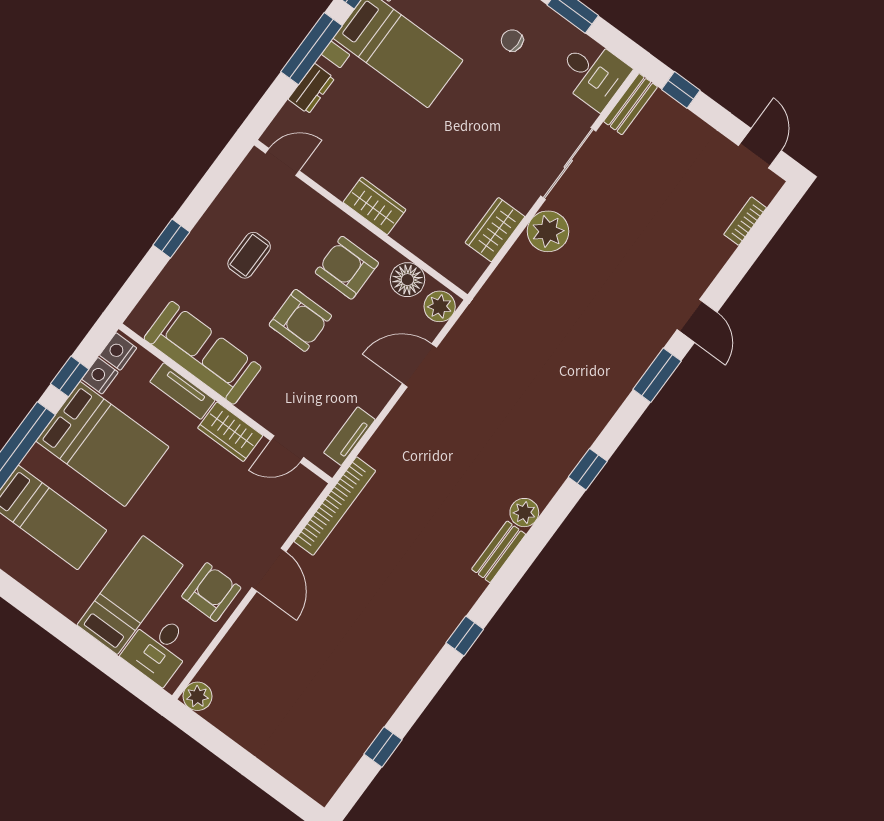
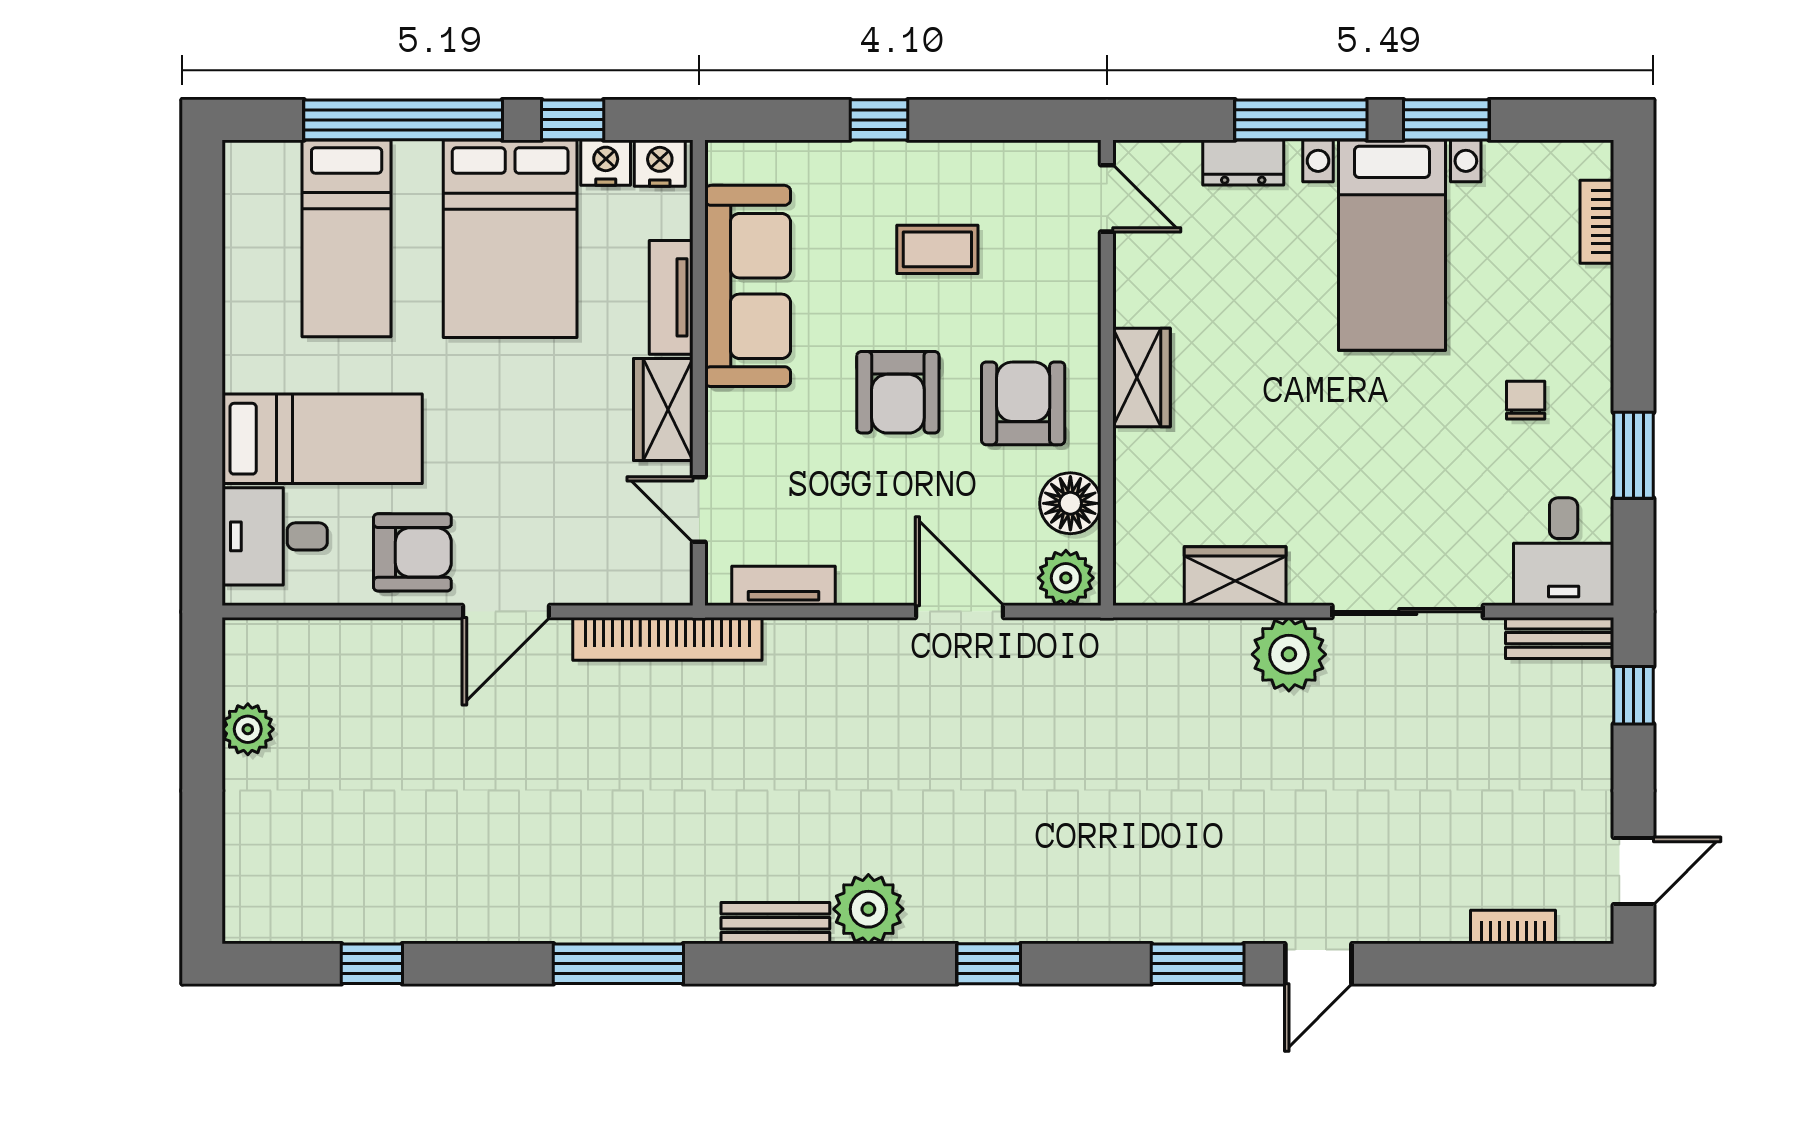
plant: (524, 513) -> (868, 909), width x1.36, depth x1.36
window: (465, 636) -> (618, 964), width x2.17
plant: (197, 696) -> (248, 729), moved

